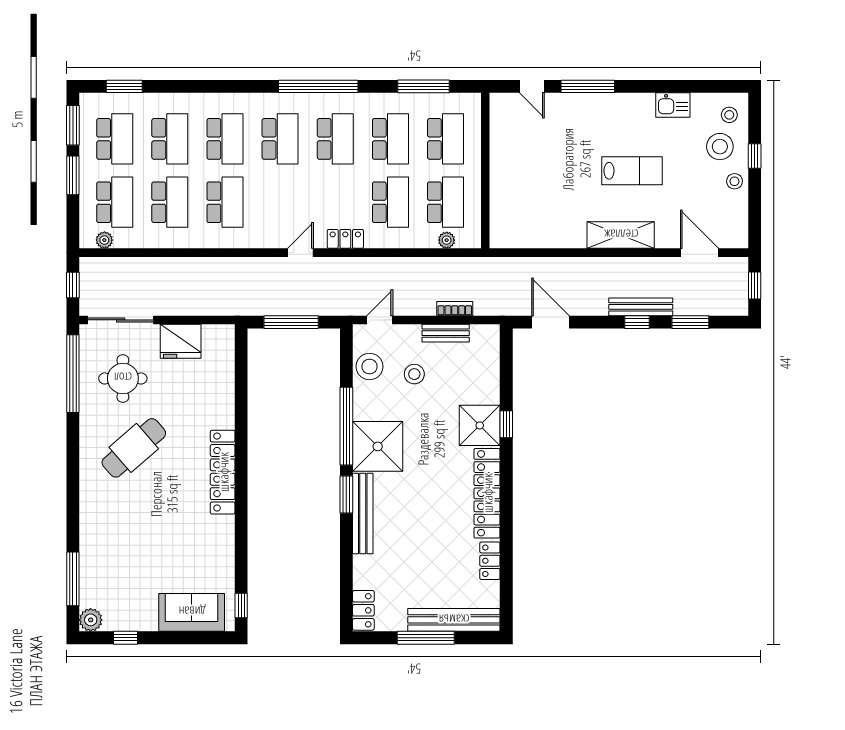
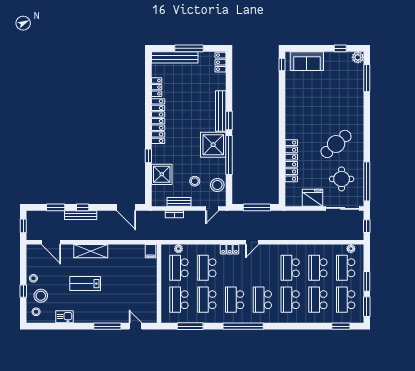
filing cabinet: (502, 235) -> (150, 251), added
shower: (480, 425) -> (162, 174), moved
locker: (223, 472) -> (291, 161), moved

